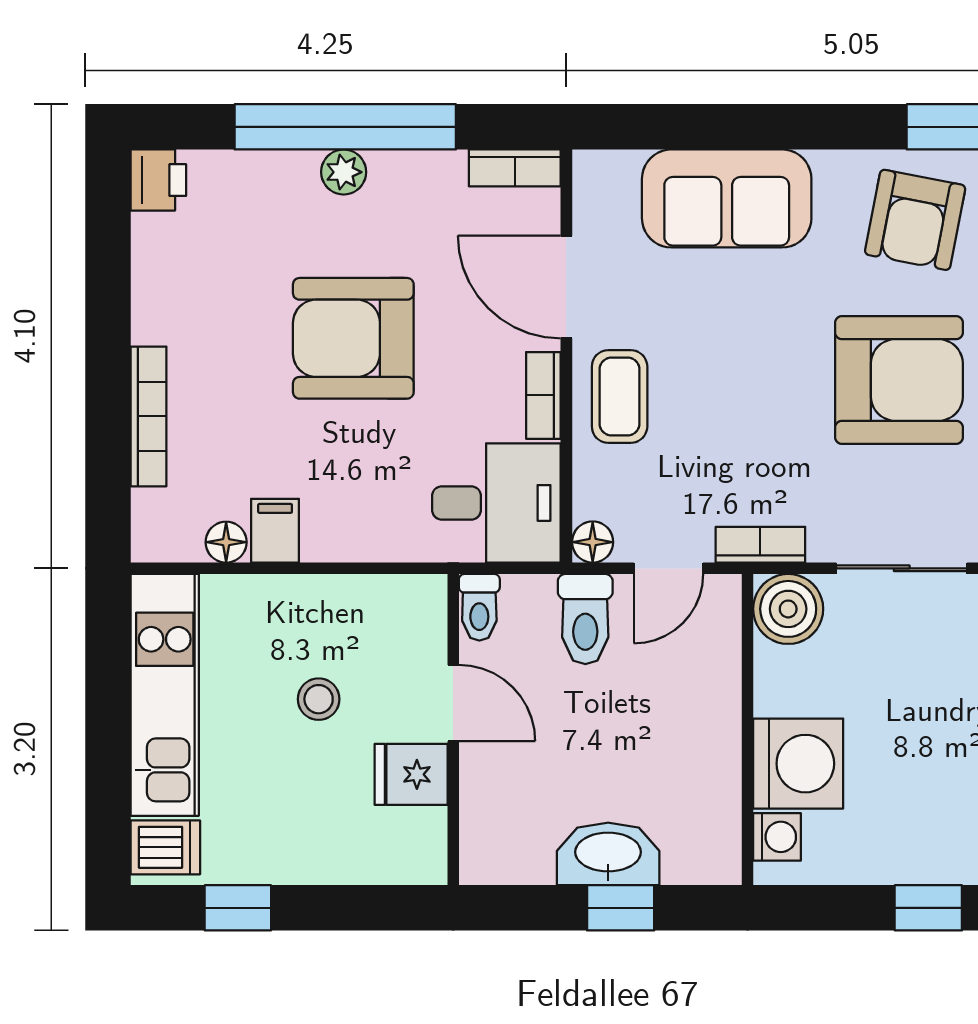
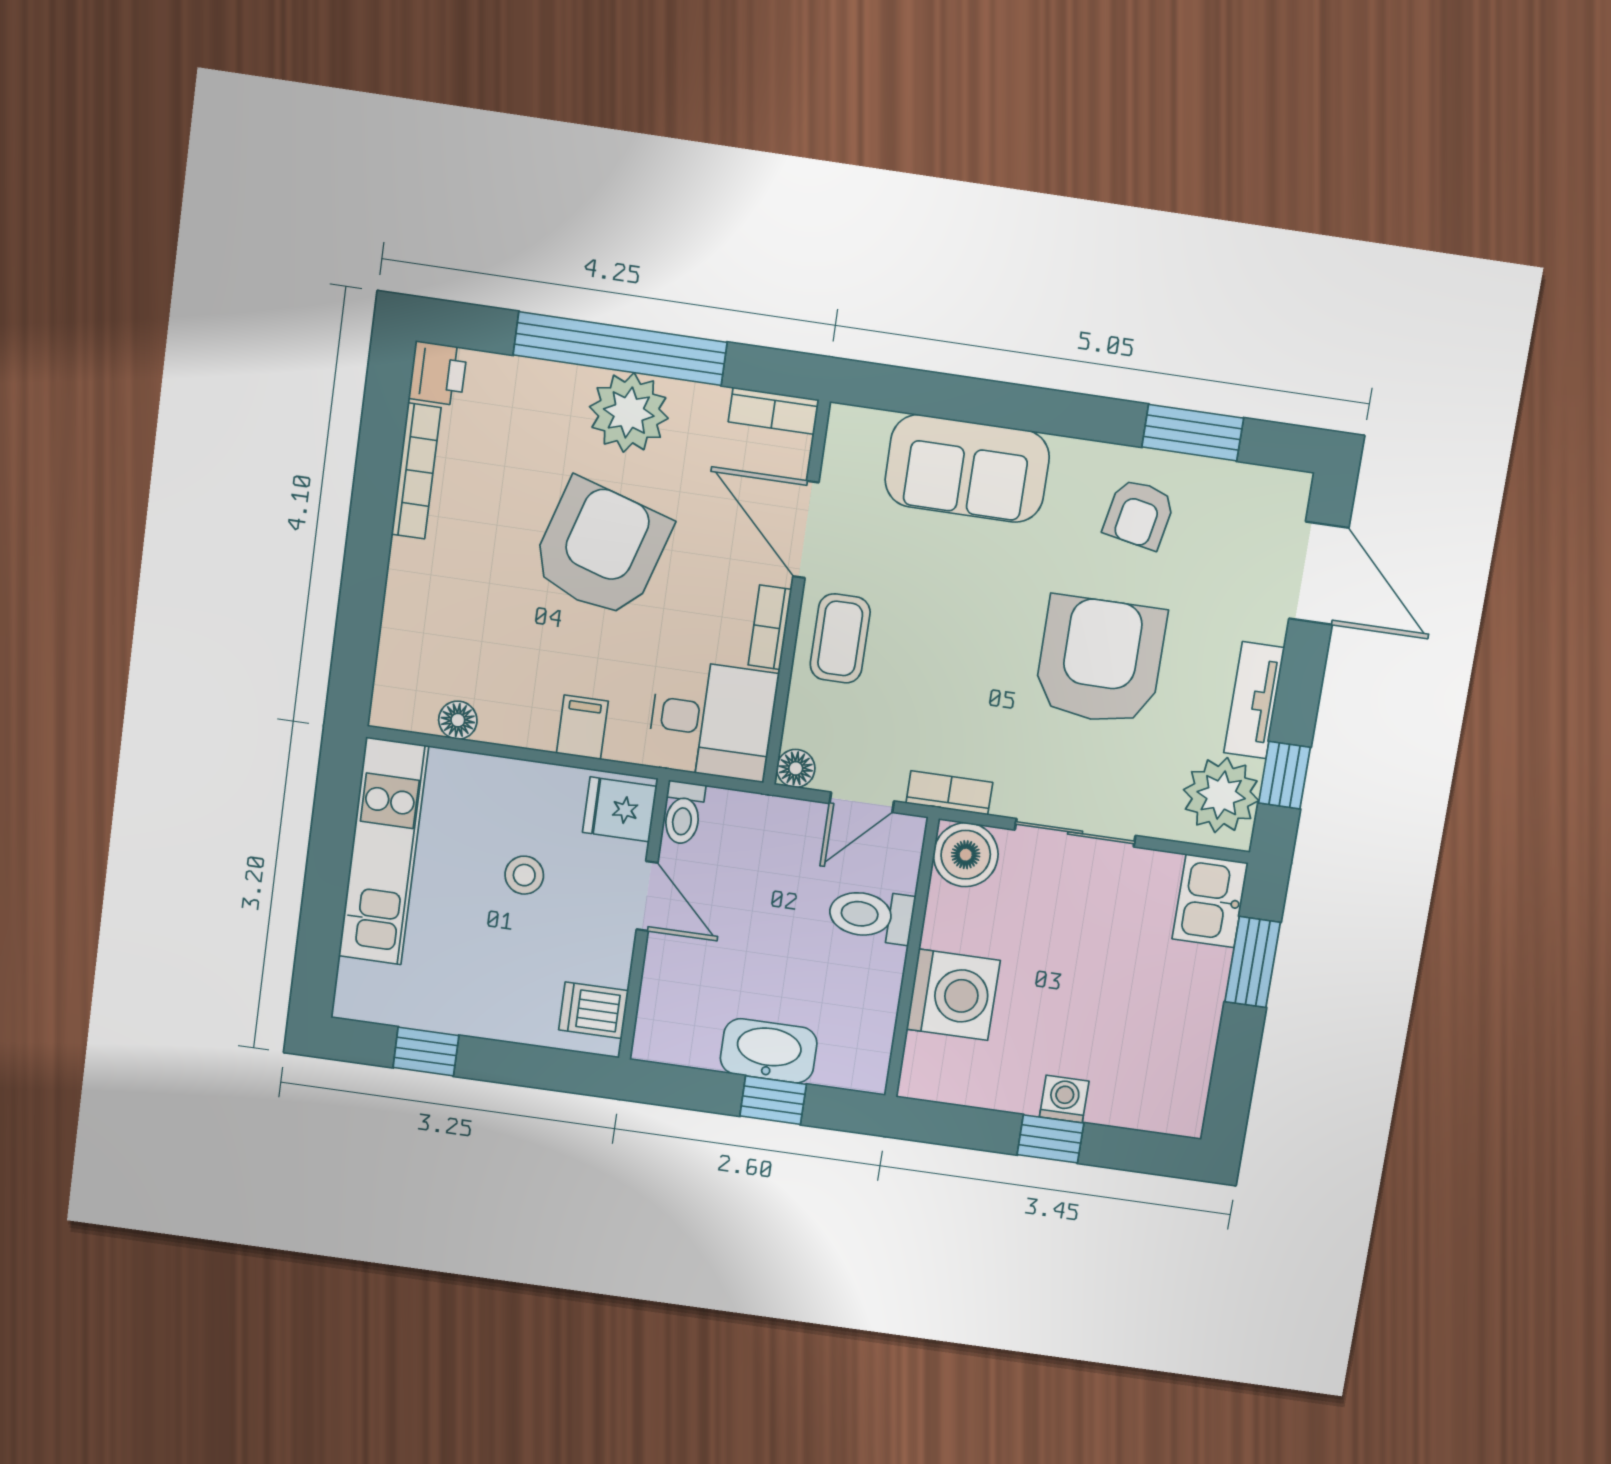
plant: (344, 172) -> (629, 413), width x1.87, depth x1.87
armchair: (915, 220) -> (1139, 514), width x0.72, depth x0.72
armchair: (353, 338) -> (601, 549), turned 107
armchair: (899, 380) -> (1100, 660), turned -90
bookcase: (149, 416) -> (416, 471), moved
filing cabinet: (275, 531) -> (582, 727), moved
toilet: (585, 619) -> (871, 915), moved, turned 90
fridge: (411, 774) -> (620, 809), moved
washing machine: (777, 837) -> (1064, 1099), moved, turned -90
dishwasher: (165, 847) -> (594, 1010), moved, turned 180

